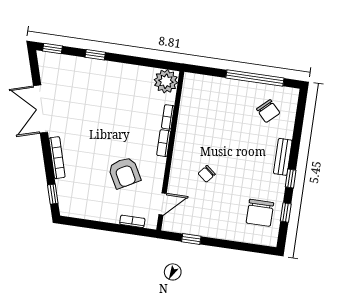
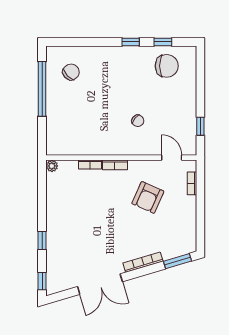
plant: (166, 81) -> (52, 166), width x0.53, depth x0.53
bench: (283, 157) -> (112, 52), removed
armchair: (124, 173) -> (148, 197), turned 143
window: (53, 194) -> (177, 261), width x1.50

